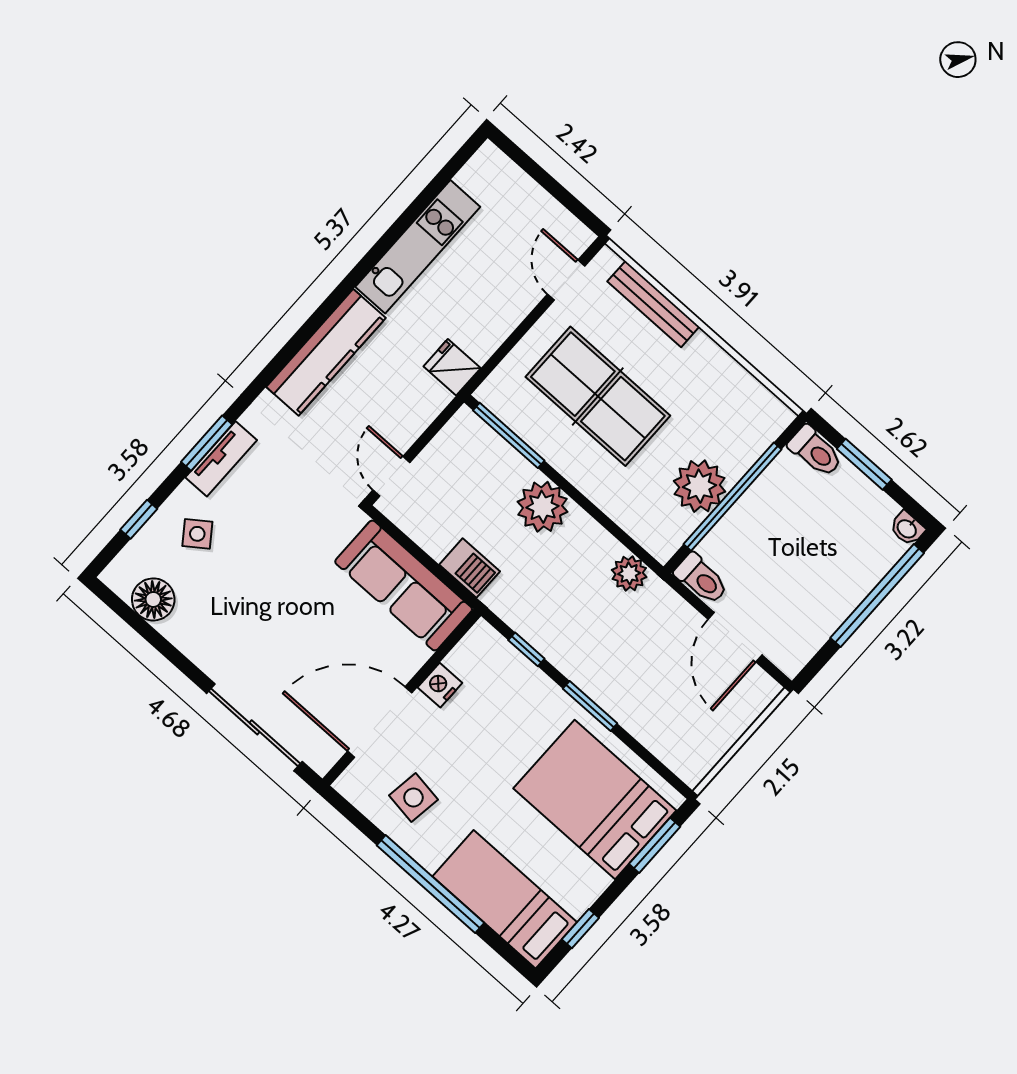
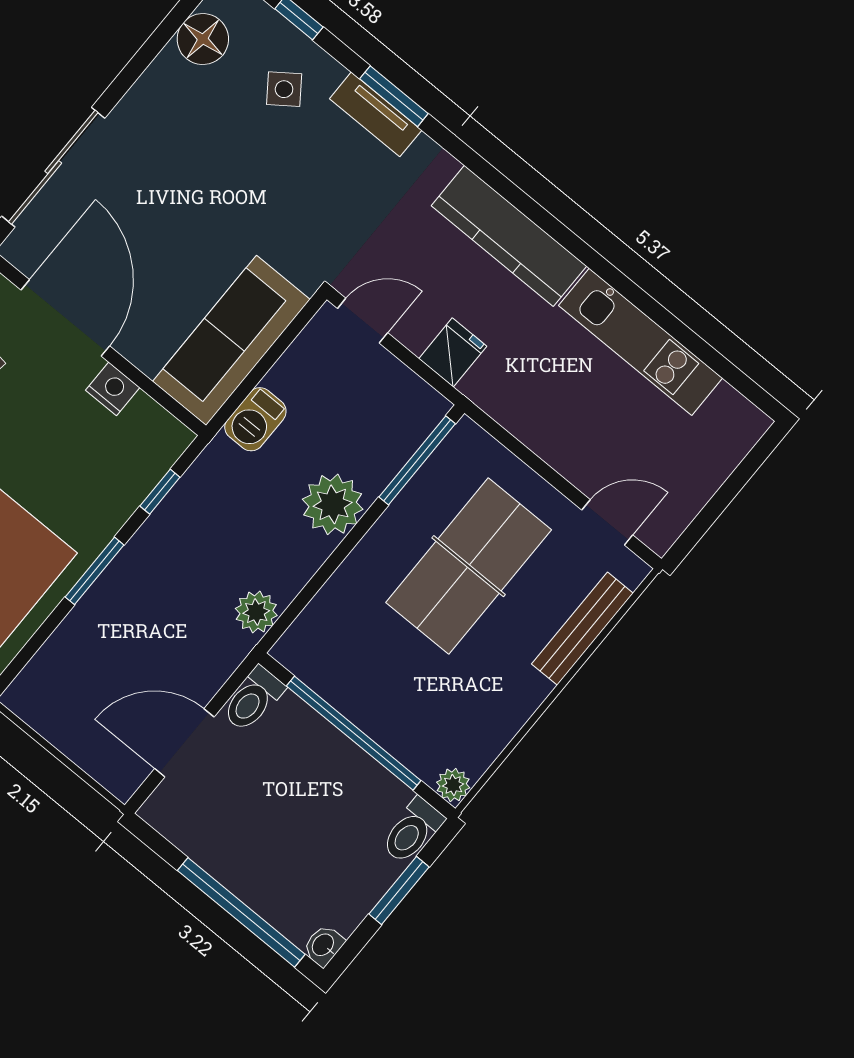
fridge: (452, 367) -> (453, 352), moved
plant: (700, 486) -> (453, 785), moved, width x0.53, depth x0.53

